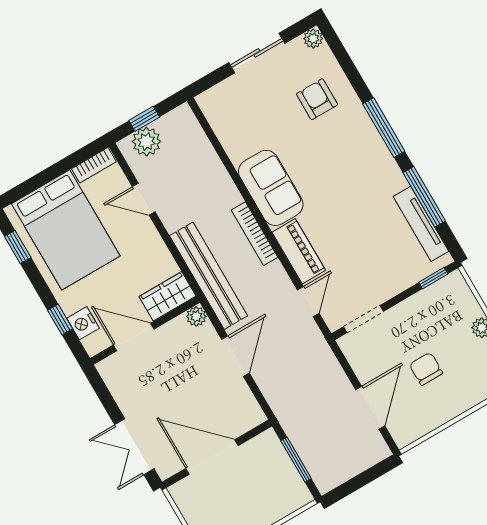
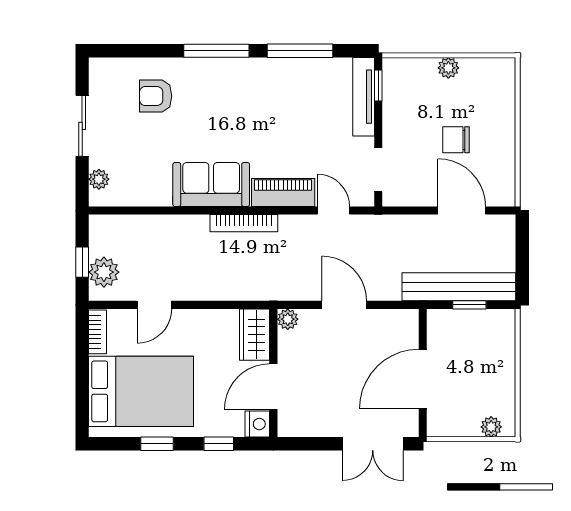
plant: (313, 39) -> (99, 179), moved
tv unit: (421, 224) -> (364, 97), moved, turned 90
window: (18, 247) -> (157, 444), moved
bench: (209, 276) -> (459, 287), moved
nightstand: (83, 323) -> (257, 424), moved, turned -90
window: (296, 460) -> (469, 305), width x0.67

